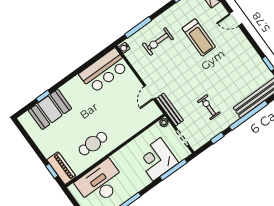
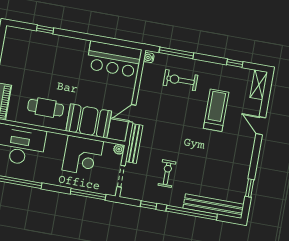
treadmill: (199, 37) -> (216, 110), turned 180
booth: (50, 109) -> (89, 121), moved
corner desk: (157, 159) -> (83, 156), moved, turned 180

